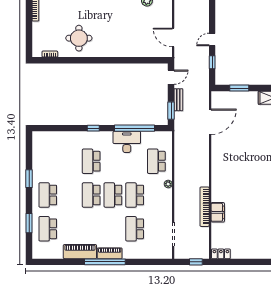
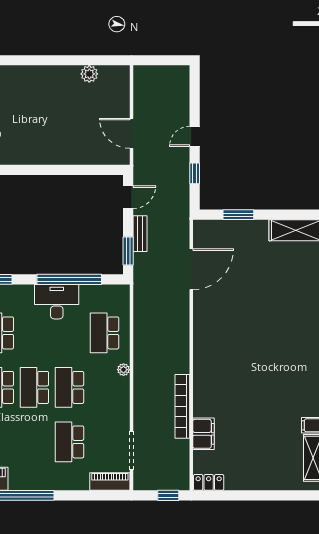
filing cabinet: (218, 212) -> (203, 434), moved
piano: (110, 253) -> (110, 481), moved

